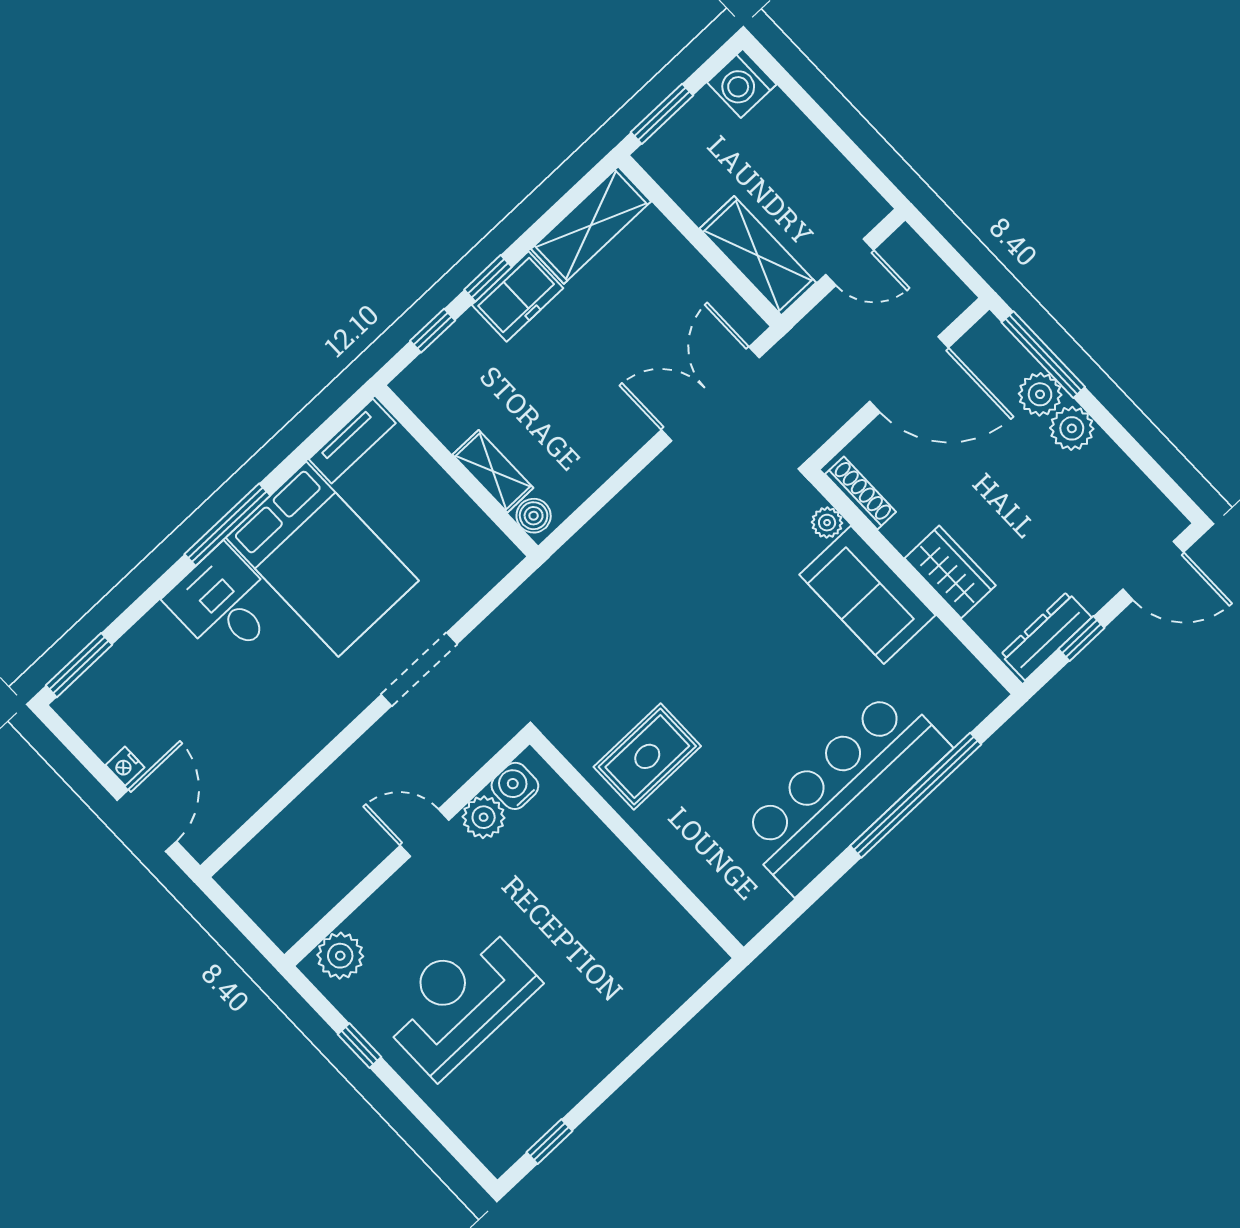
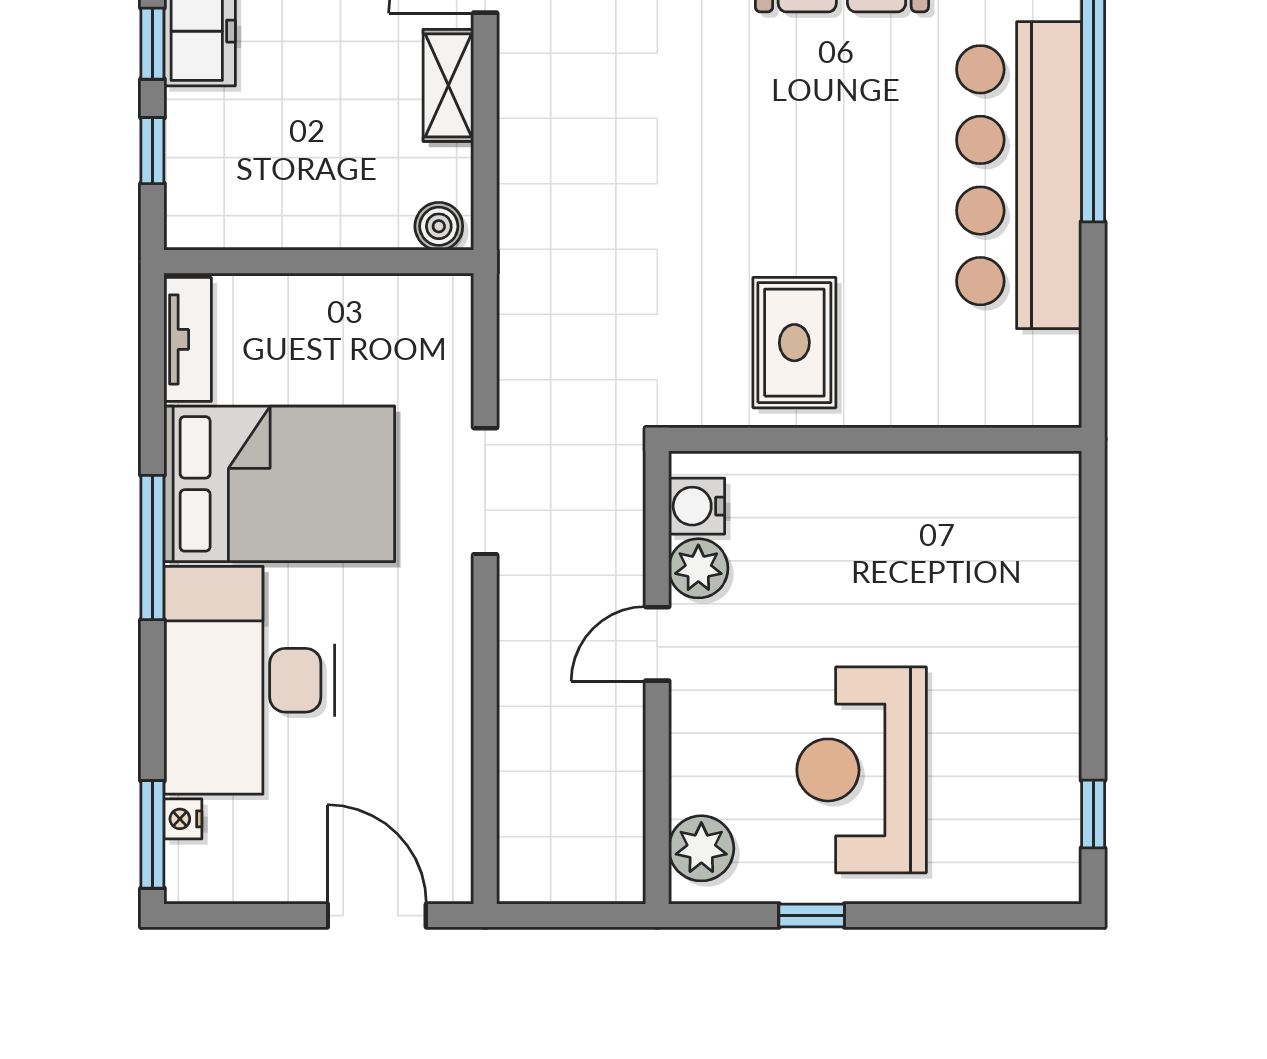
shelving: (493, 471) -> (448, 85), moved, turned 90
desk: (224, 604) -> (249, 680), width x1.87, depth x1.30
nightstand: (125, 766) -> (183, 819), moved, turned 90

